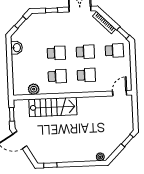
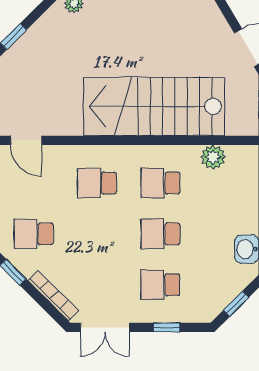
school desk: (85, 52) -> (160, 285), moved
door: (120, 93) -> (26, 140), hinge flipped
stairs: (53, 107) -> (154, 106), width x1.36, depth x1.51

